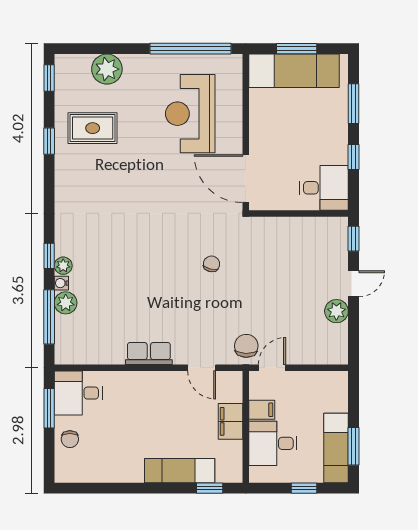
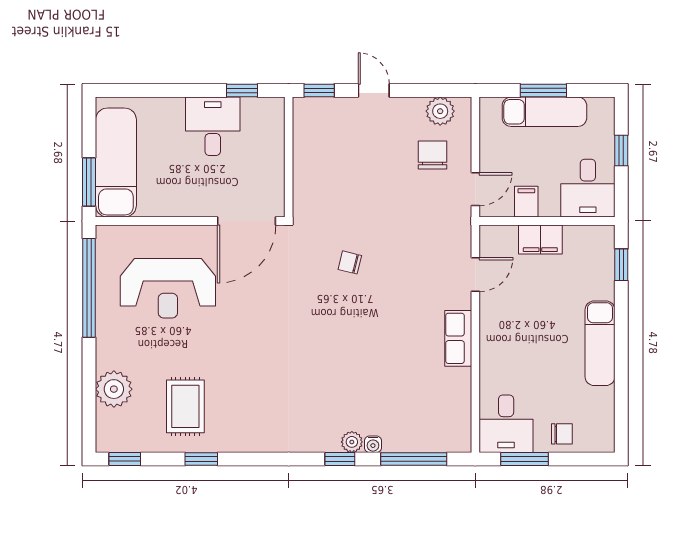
window: (297, 49) -> (89, 182), moved
window: (354, 104) -> (156, 91), removed
window: (354, 157) -> (242, 91), moved
desk: (324, 188) -> (213, 126), moved
plant: (66, 303) -> (397, 439), removed
plant: (336, 311) -> (440, 111), moved
chair: (246, 346) -> (432, 155), moved, turned 88
door: (272, 368) -> (475, 189), swing flipped
desk: (273, 443) -> (588, 188), moved
window: (354, 446) -> (543, 91), moved
exam couch: (336, 448) -> (544, 112), moved
exam couch: (180, 471) -> (600, 343), moved

